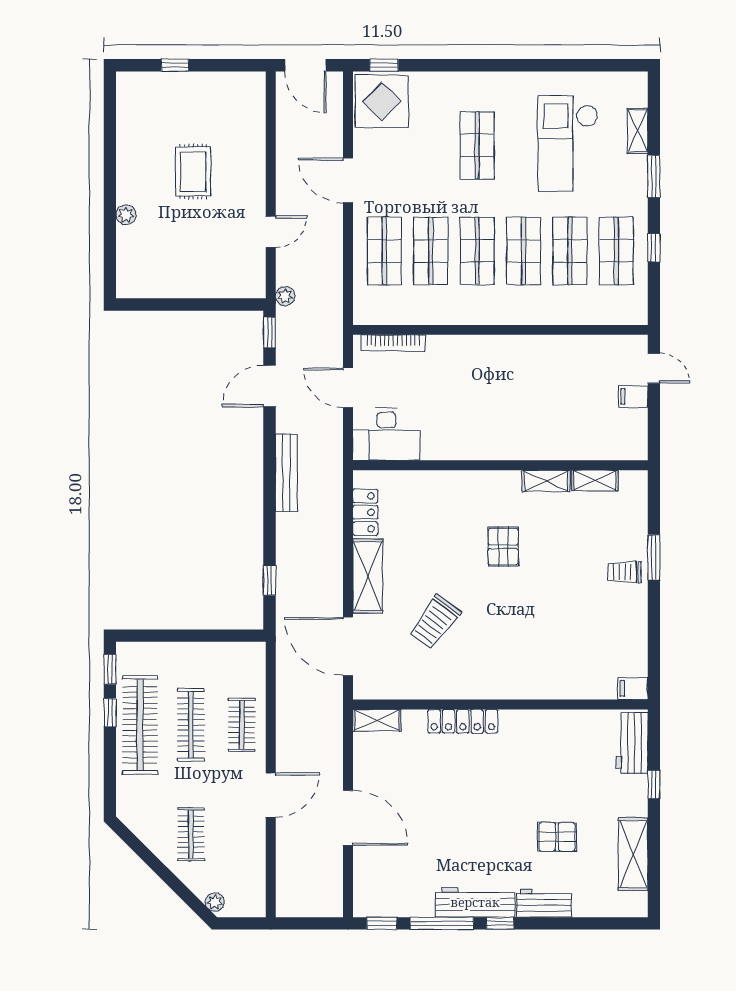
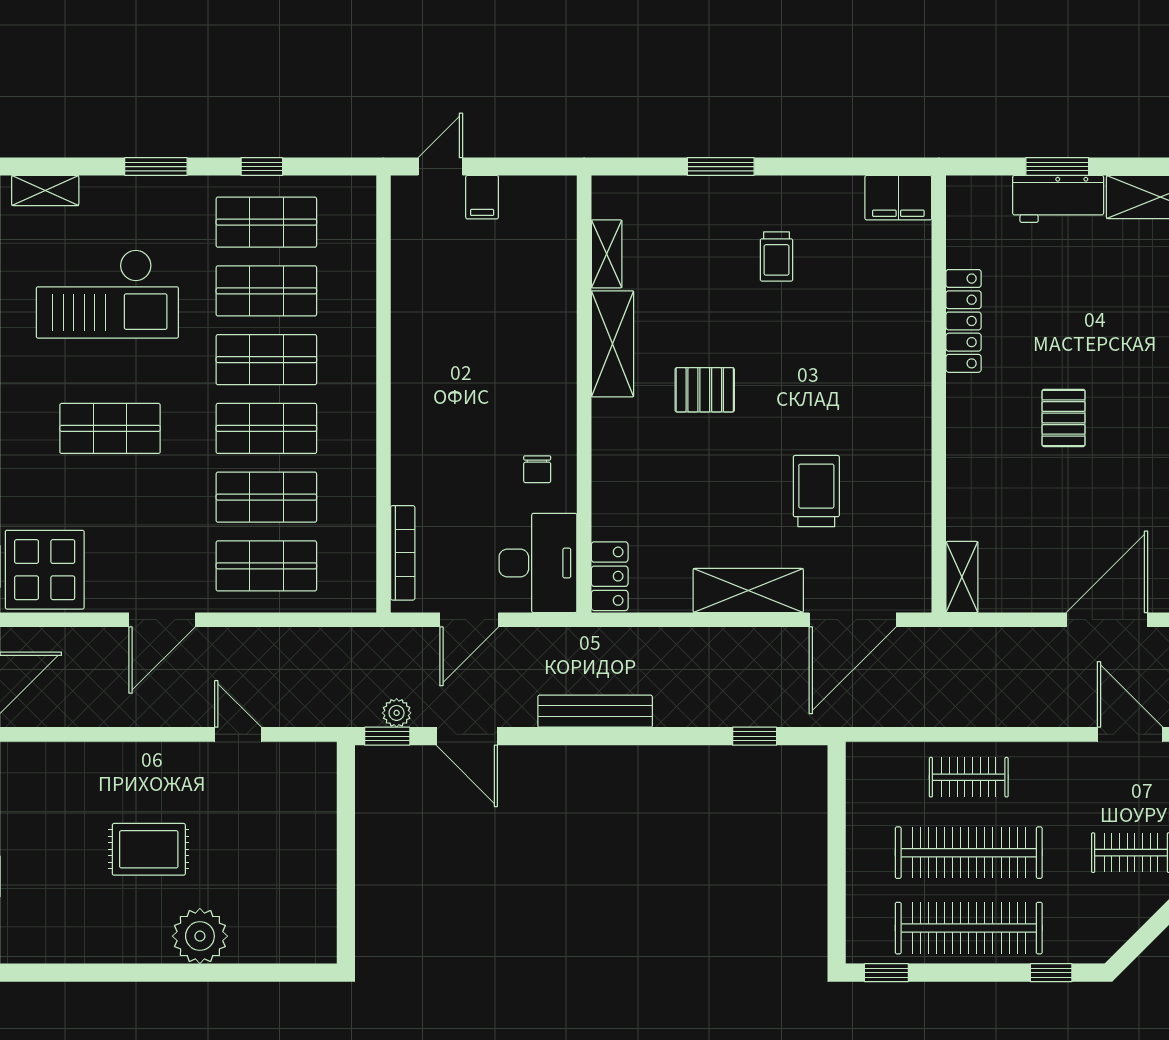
shelving: (638, 131) -> (45, 191), moved
plant: (126, 215) -> (200, 936), width x1.87, depth x1.87
plant: (285, 296) -> (397, 713), moved
chair: (450, 434) -> (537, 469), added
shelving: (546, 481) -> (613, 344), width x1.50, depth x1.33
locker: (365, 512) -> (610, 576), moved, turned 90
trolley: (624, 572) -> (776, 257), moved
trolley: (435, 622) -> (816, 491), turned -127
filing cabinet: (633, 688) -> (898, 198), width x2.00
window: (110, 713) -> (1051, 973), moved
locker: (463, 721) -> (964, 321), moved
clothes rail: (191, 725) -> (969, 853), width x1.37, depth x1.31
workbench: (632, 743) -> (1058, 199), moved
window: (654, 784) -> (1057, 167), width x1.50
door: (271, 795) -> (1130, 734), moved
pallet: (557, 837) -> (1064, 418), moved

